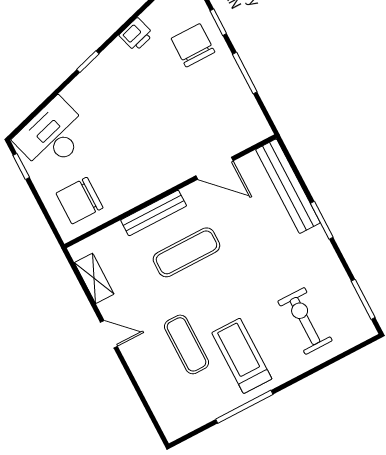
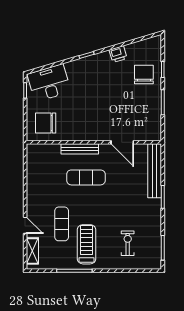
shelving: (94, 278) -> (32, 251), moved
exercise bike: (305, 321) -> (128, 243), width x0.73, depth x0.72
door: (109, 334) -> (25, 225), moved

